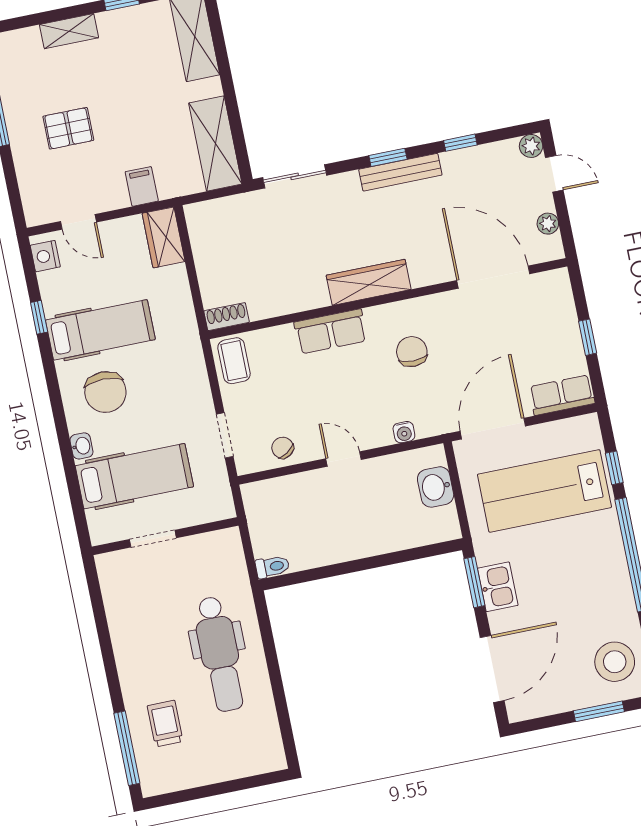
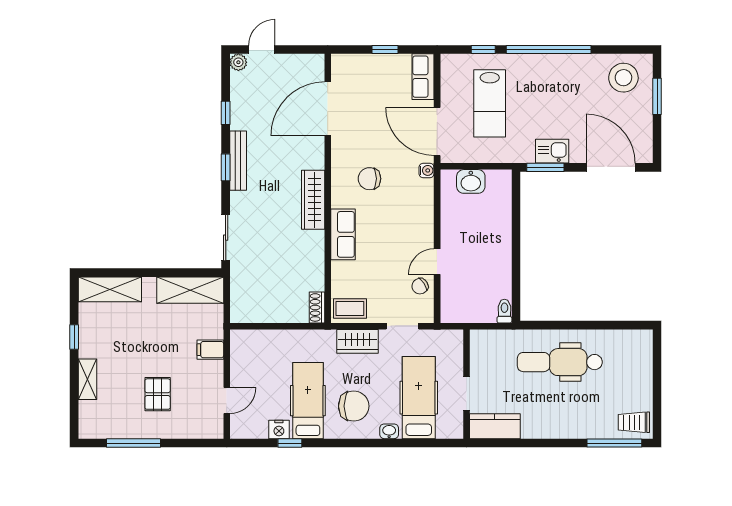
plant: (548, 224) -> (297, 62), removed
wardrobe: (164, 237) -> (357, 341), moved
nightstand: (45, 256) -> (279, 429), moved
water cooler: (404, 432) -> (427, 170), moved
door: (343, 459) -> (437, 262), moved
lab bench: (544, 491) -> (490, 103), width x0.73, depth x0.72
kitchen counter: (117, 585) -> (495, 426), added
dental chair: (220, 654) -> (560, 362), turned 180
trolley: (165, 724) -> (634, 422), moved

